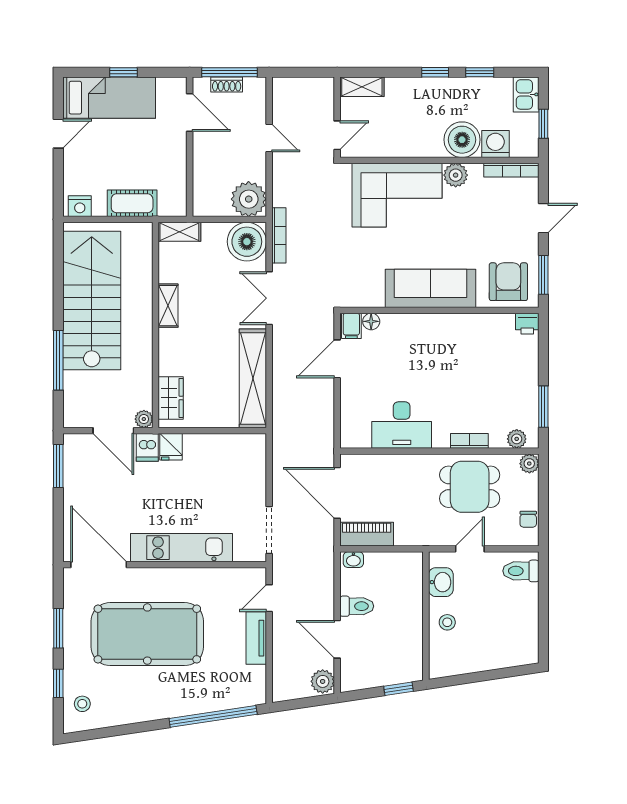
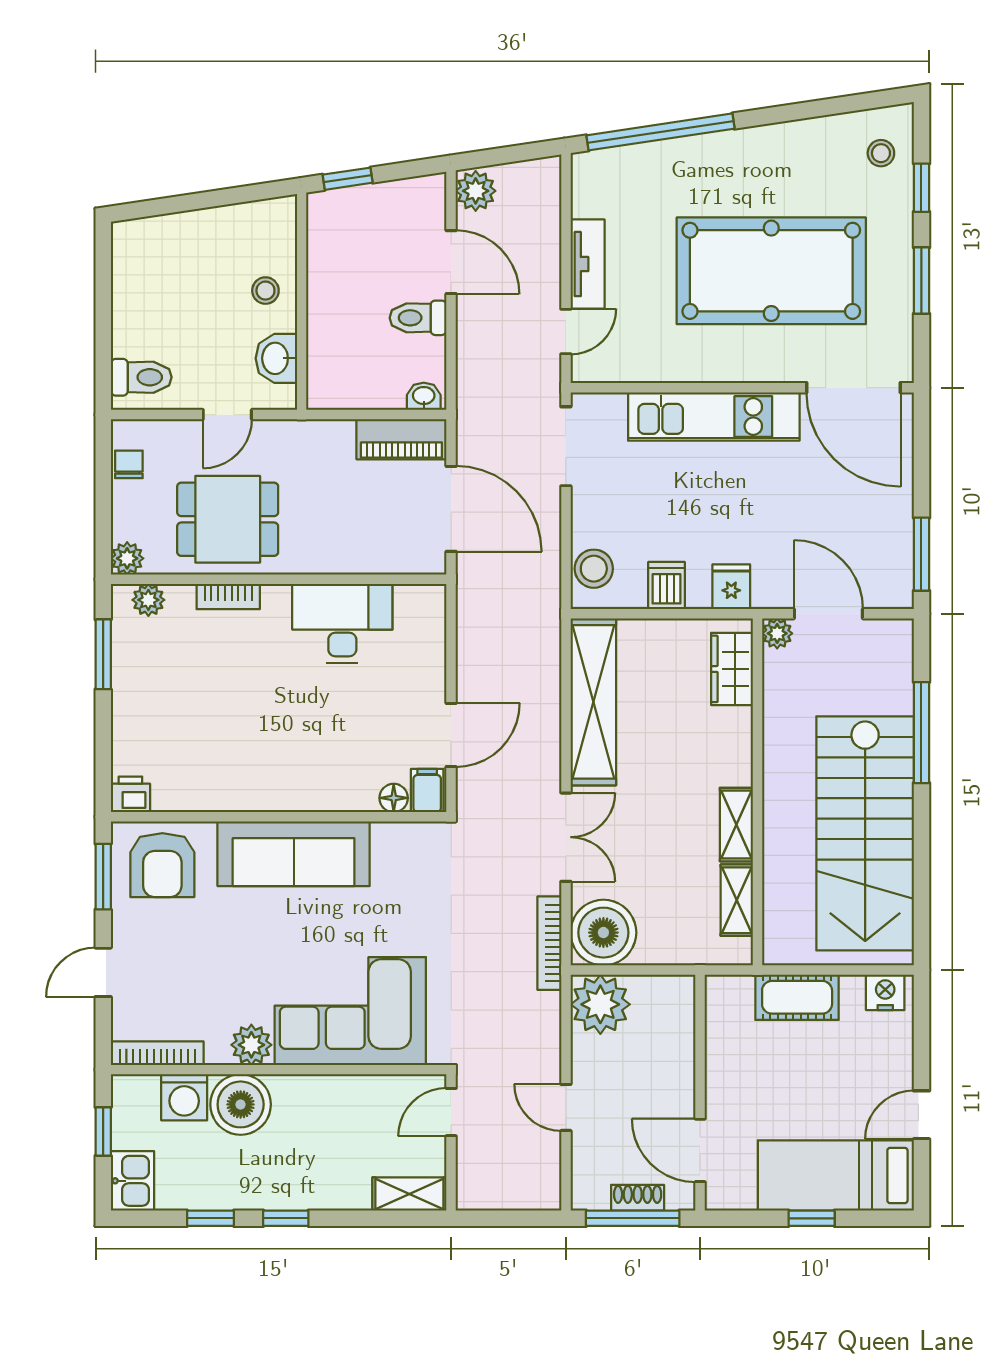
shelving: (179, 232) -> (737, 900), moved, turned 90
dishwasher: (147, 447) -> (667, 586), moved
stool: (253, 457) -> (594, 569), added

